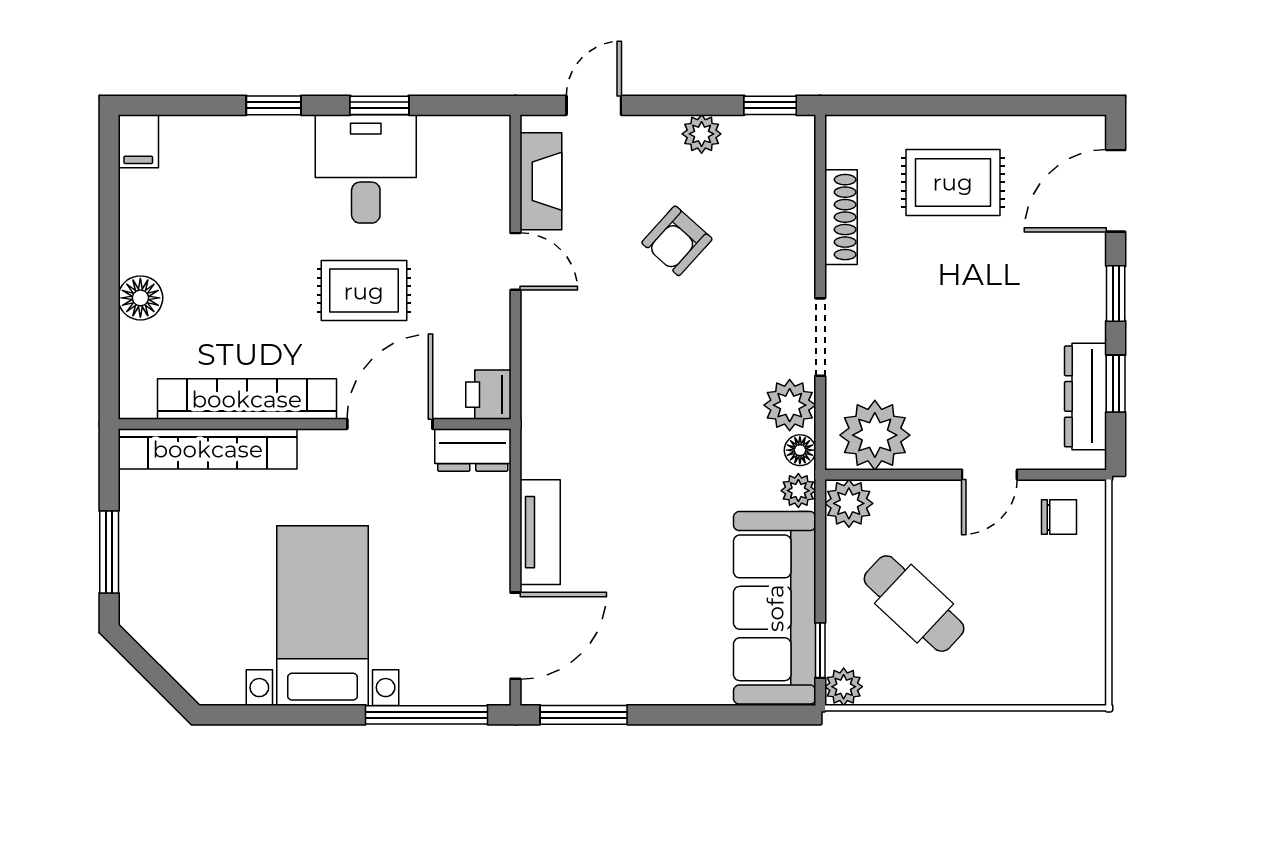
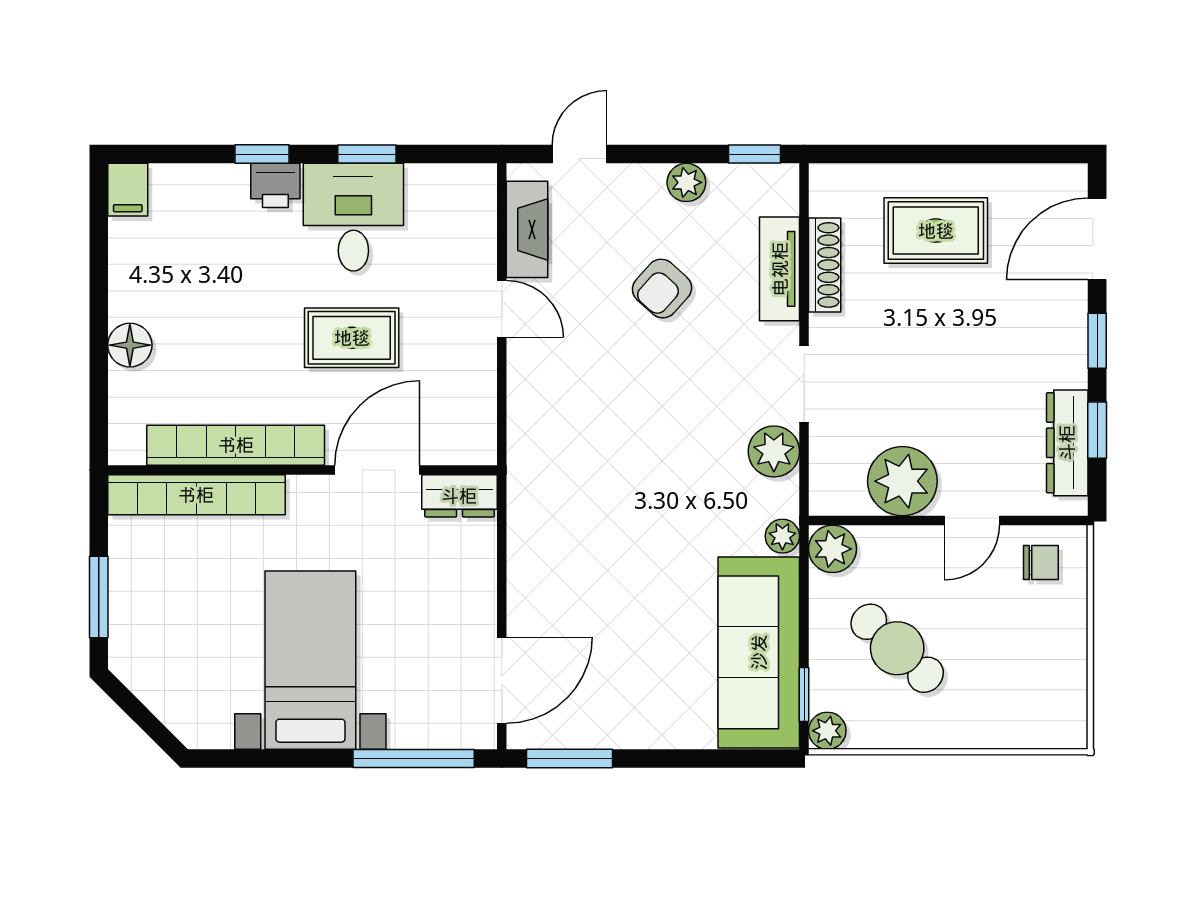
printer: (488, 395) -> (275, 185), moved, turned -90
plant: (875, 435) -> (902, 481), moved
floor lamp: (800, 450) -> (784, 496), removed
tv unit: (540, 532) -> (780, 269), moved, turned 180

